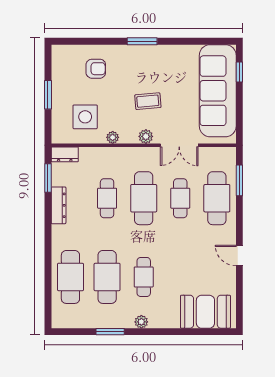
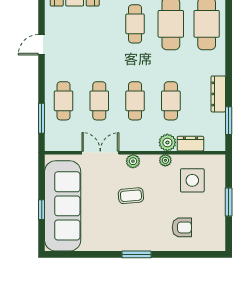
armchair: (96, 69) -> (182, 227), turned 180
window: (239, 72) -> (42, 210), moved
dresser: (65, 154) -> (190, 144), moved
plant: (111, 156) -> (167, 142), added
cafe table: (144, 198) -> (135, 101), width x0.73, depth x0.74
cafe table: (217, 198) -> (64, 101), width x0.73, depth x0.74
door: (239, 256) -> (42, 45), swing flipped

